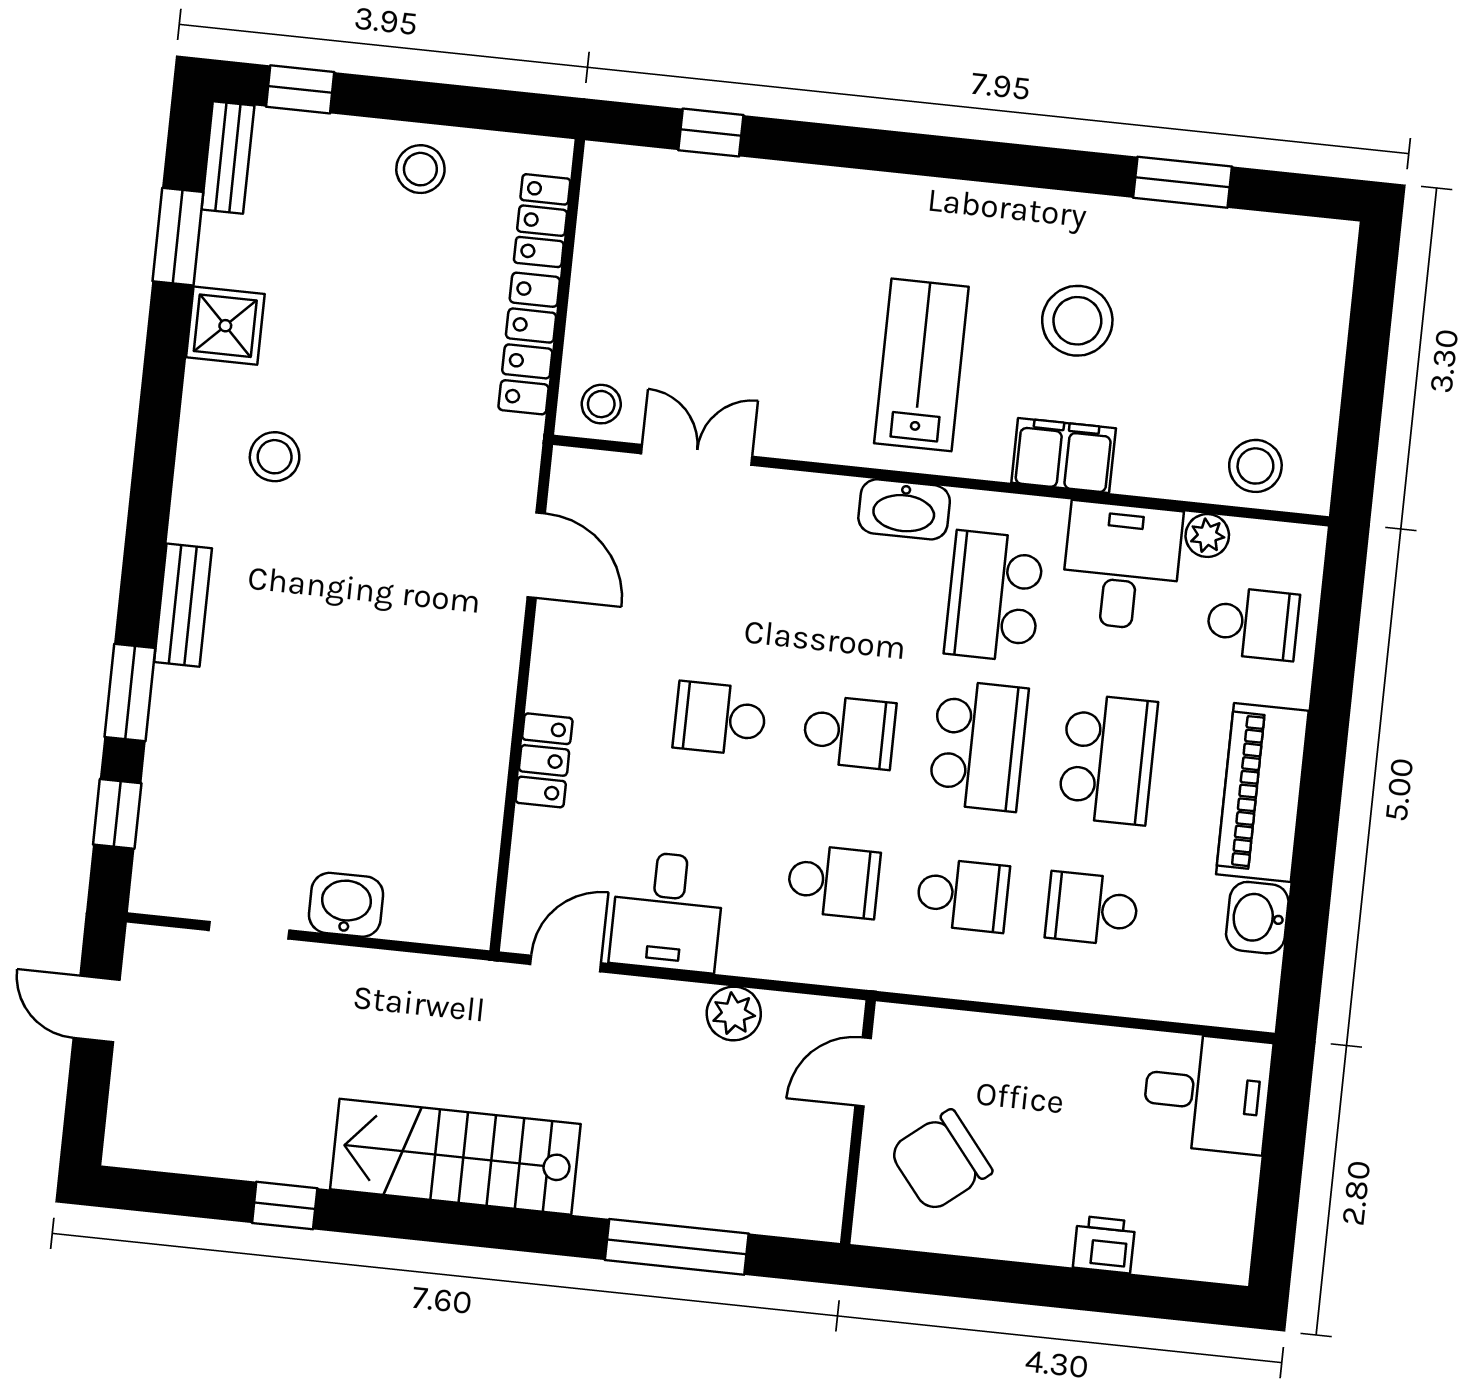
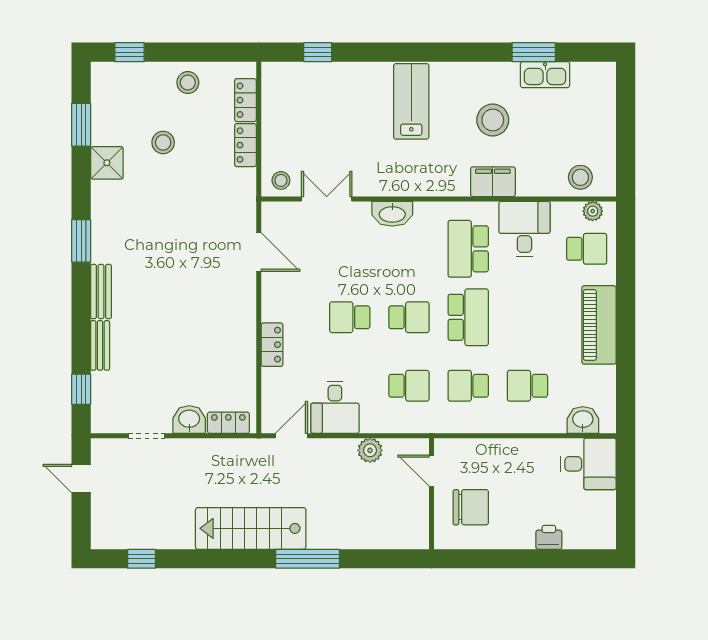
bench: (228, 157) -> (100, 345), moved
kitchen sink: (1202, 234) -> (545, 75), added
locker: (529, 343) -> (245, 145), width x0.66
lab bench: (921, 365) -> (411, 101), moved
stool: (275, 457) -> (163, 142), moved
washbasin: (904, 509) -> (392, 214), moved
plant: (1207, 536) -> (593, 211), moved
window: (130, 692) -> (81, 241), moved
school desk: (1108, 759) -> (527, 317), removed
school desk: (963, 895) -> (468, 386), turned 180
washbasin: (1257, 918) -> (583, 420), moved, turned 90
locker: (431, 921) -> (228, 423), added
door: (863, 1072) -> (431, 471), hinge flipped
chair: (941, 1161) -> (471, 507), turned -141
window: (285, 1206) -> (142, 559), moved
window: (677, 1247) -> (308, 559), moved

